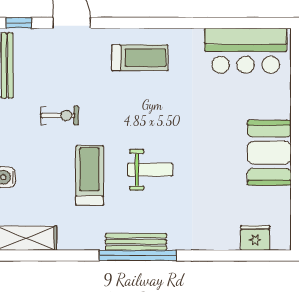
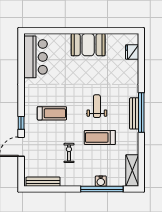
window: (19, 23) -> (21, 123), moved
treadmill: (140, 58) -> (52, 113), moved, turned 90

